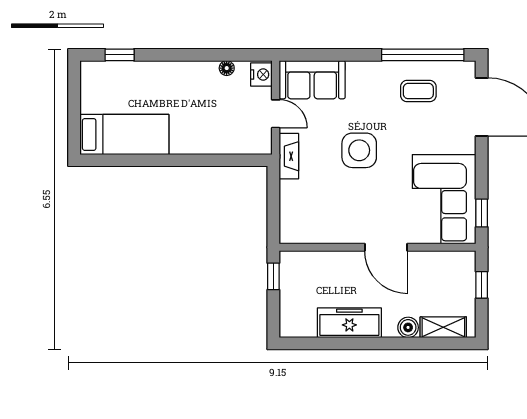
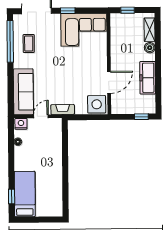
sofa: (312, 80) -> (23, 92), width x1.36
bed: (124, 134) -> (25, 194), moved
side table: (359, 150) -> (97, 104), moved
window: (482, 213) -> (68, 11), moved
door: (386, 247) -> (109, 82), moved
window: (273, 276) -> (141, 117), moved

